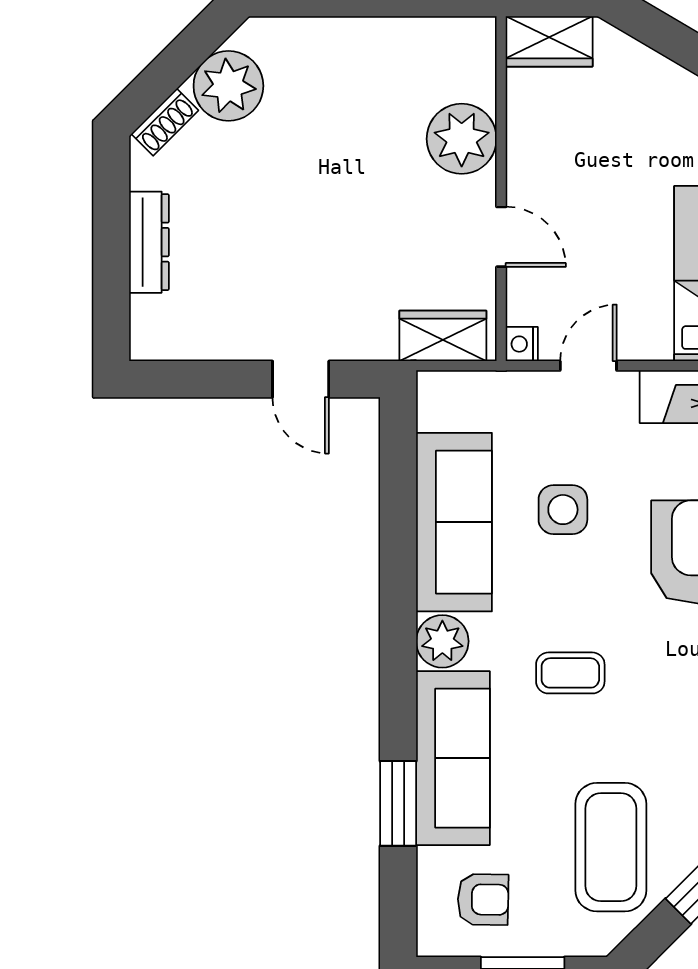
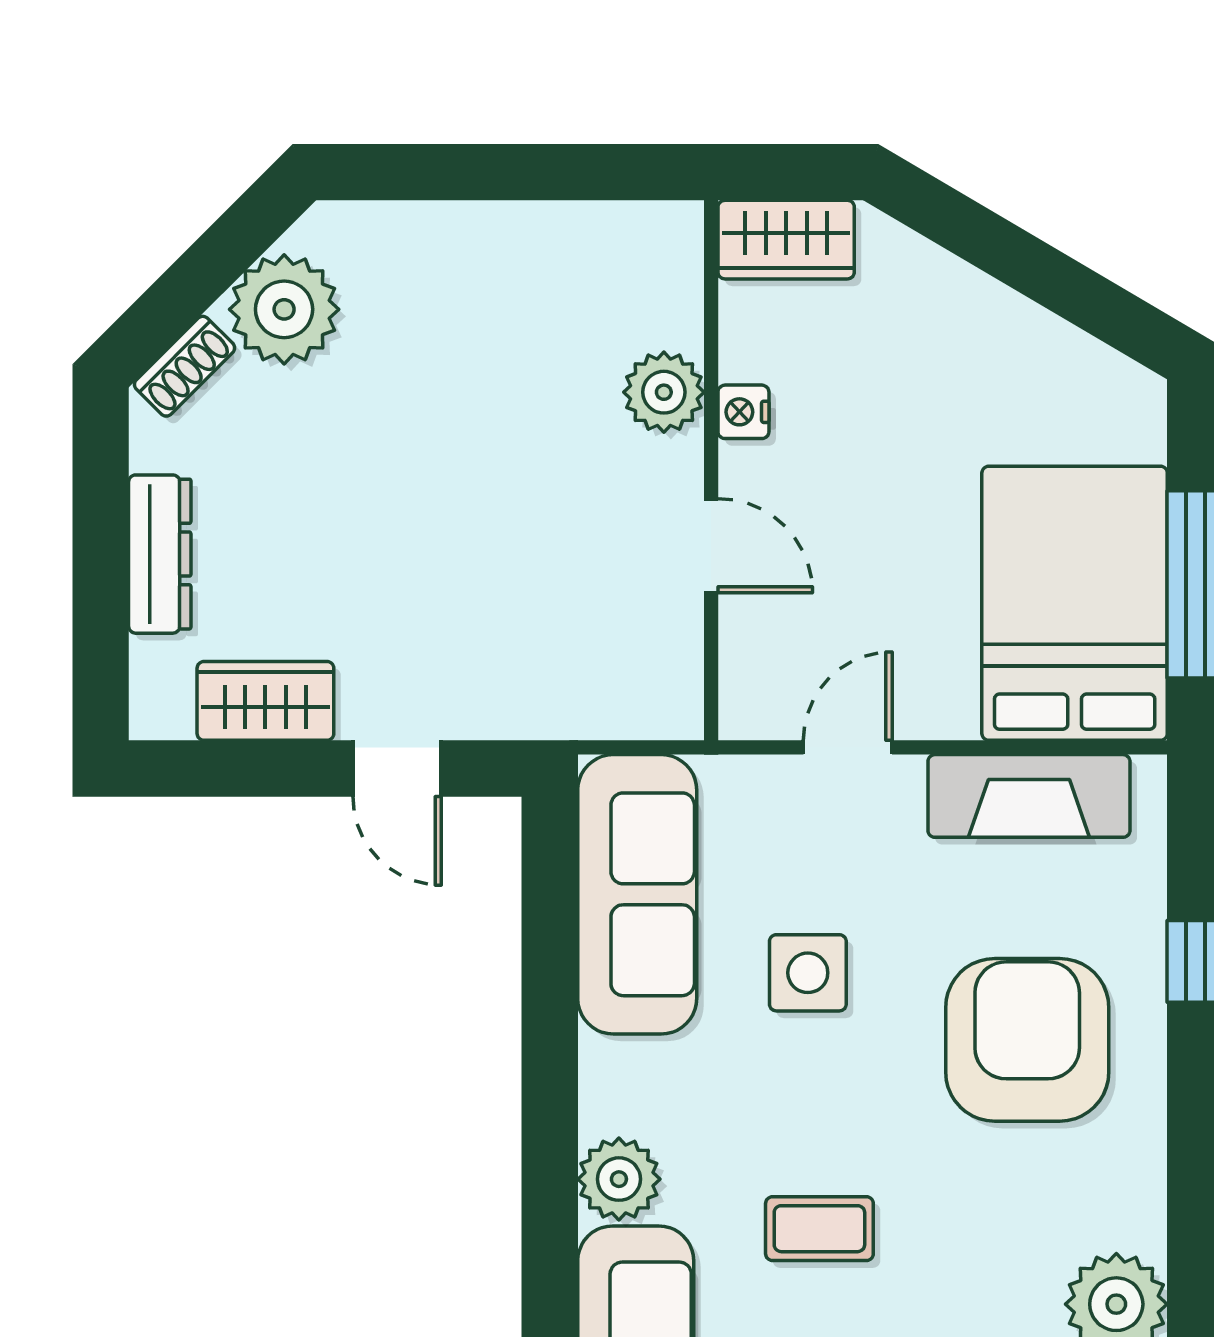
plant: (462, 139) -> (664, 392), width x0.73, depth x0.73
wardrobe: (443, 336) -> (265, 701), moved
nightstand: (522, 344) -> (743, 412), moved
sofa: (454, 522) -> (637, 894), moved

